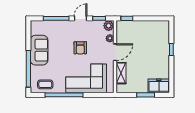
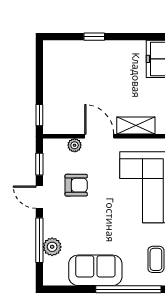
plant: (109, 26) -> (52, 247), moved
armchair: (80, 48) -> (76, 185), moved

